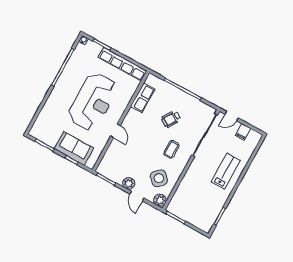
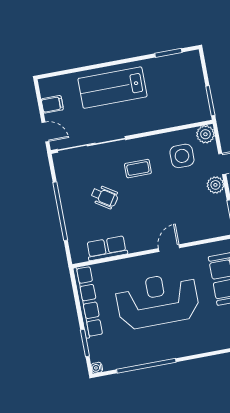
lab bench: (226, 171) -> (112, 88), width x1.36, depth x1.39
side table: (159, 178) -> (182, 156), turned 45

